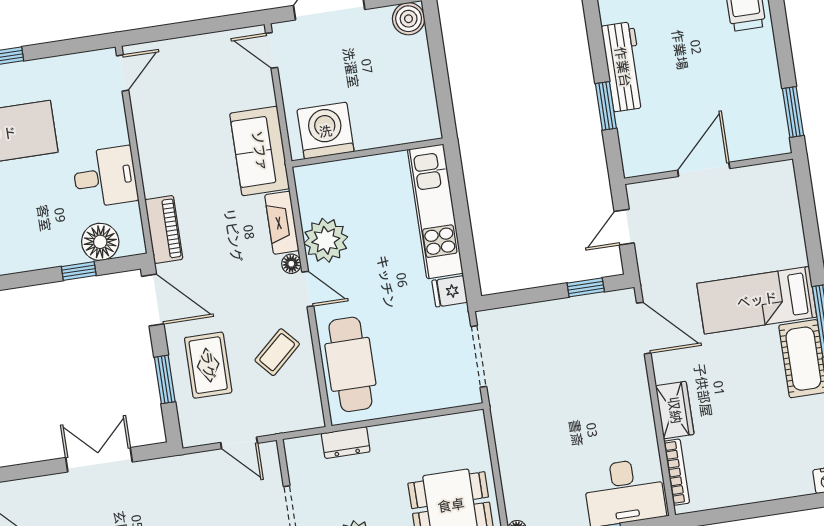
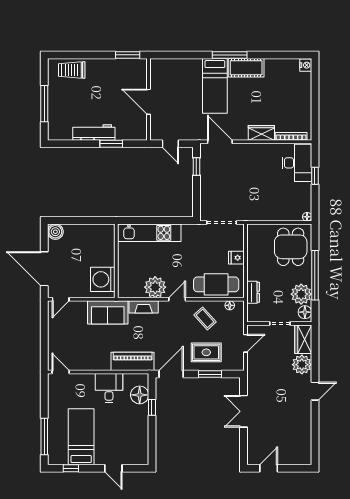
piano: (164, 229) -> (133, 361), width x1.37, depth x1.33
floor lamp: (291, 264) -> (230, 305), moved
fridge: (450, 291) -> (236, 258), moved, turned 90
door: (644, 328) -> (220, 142), hinge flipped

